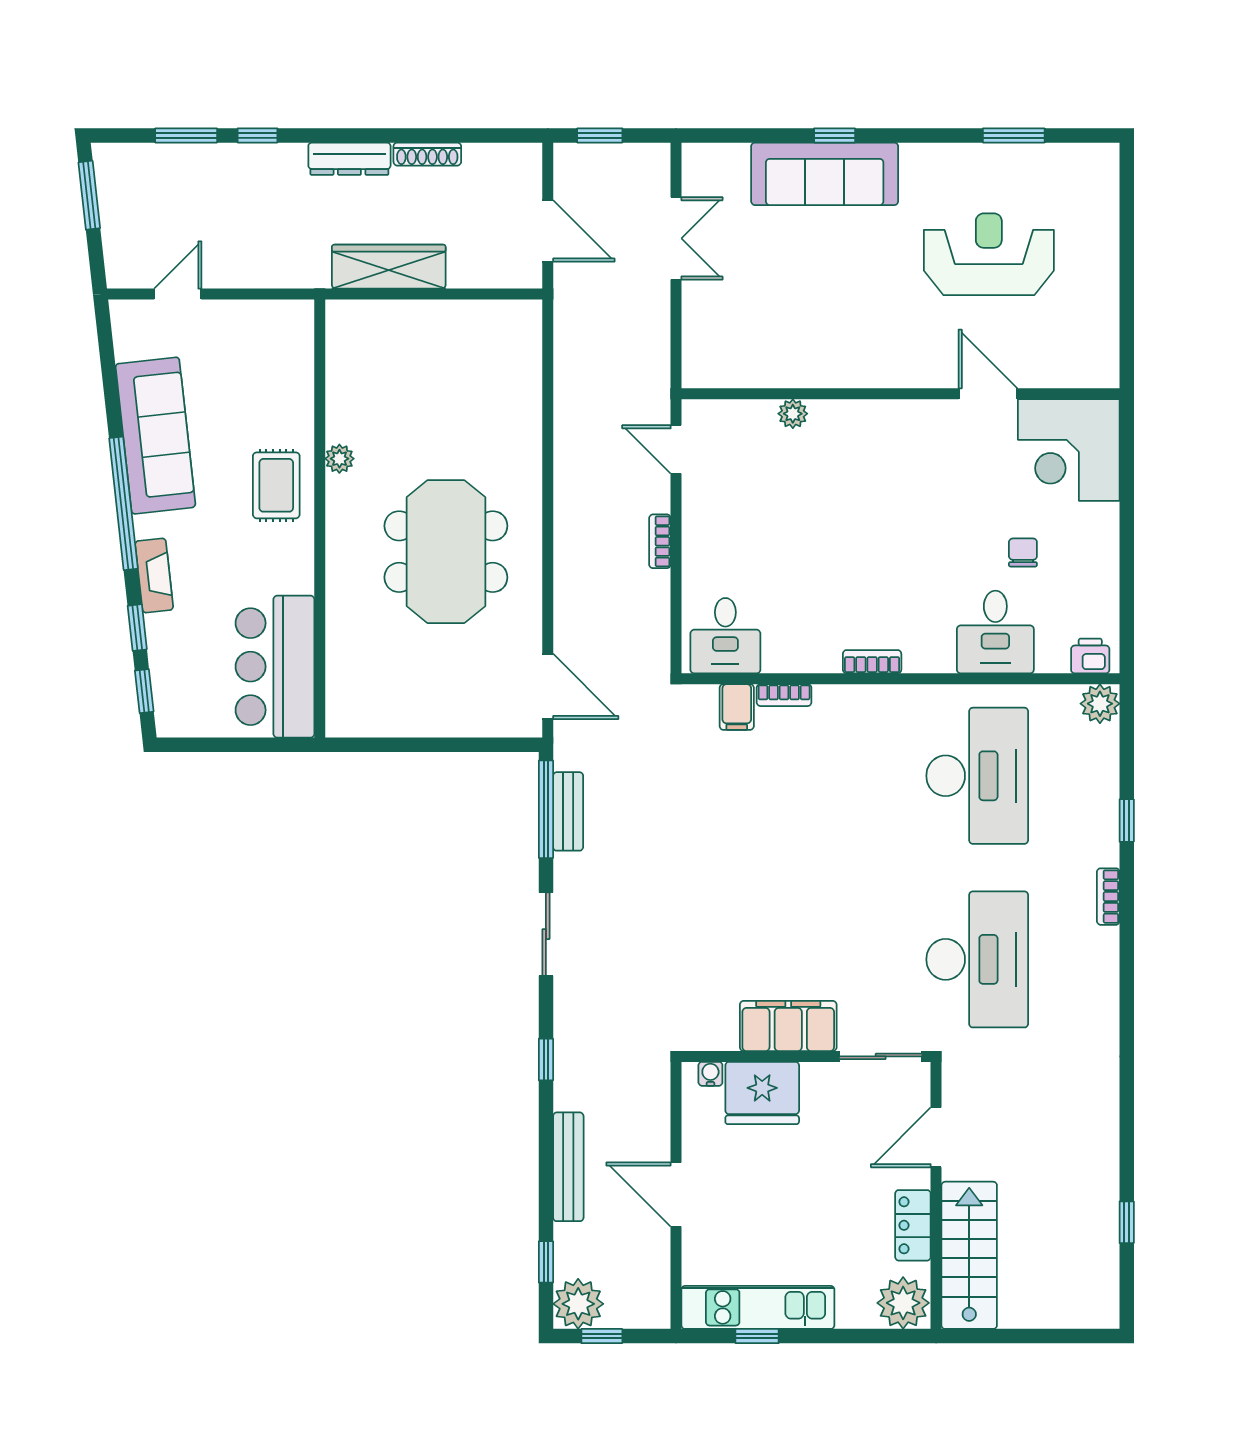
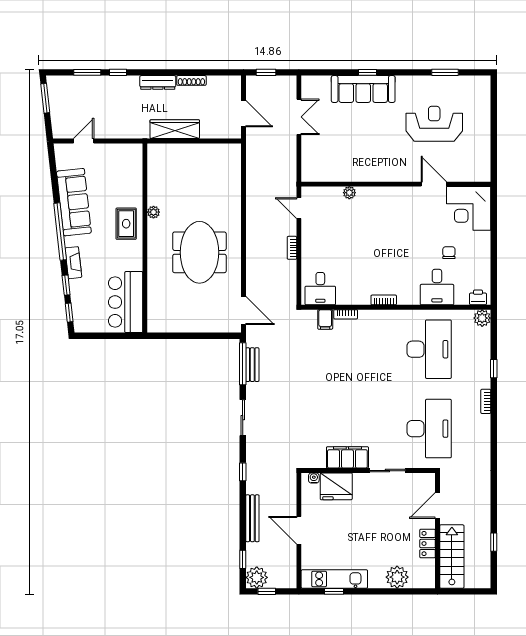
door: (936, 1137) -> (438, 506), moved
wall: (936, 1195) -> (438, 531), moved
locker: (913, 1225) -> (428, 544), moved
stairs: (969, 1255) -> (452, 557), moved

